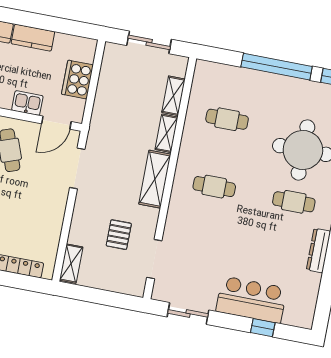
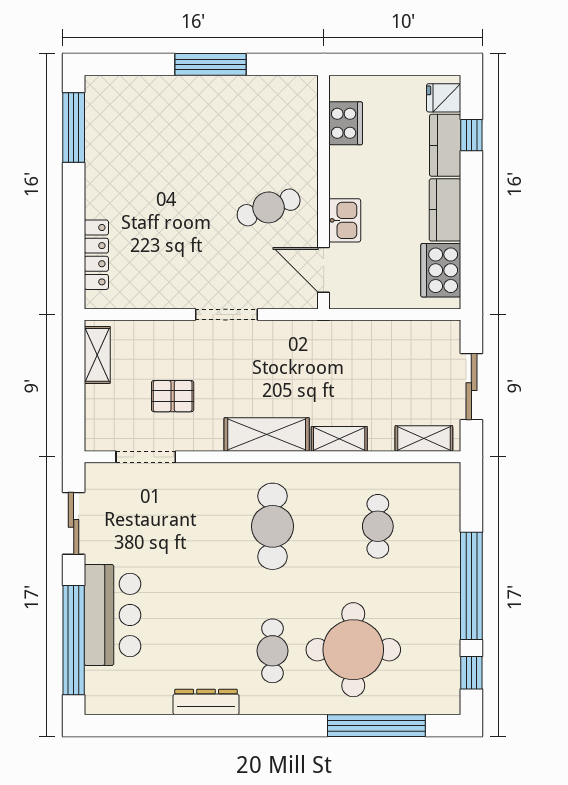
cooker: (77, 80) -> (441, 270), moved, turned -90
shelving: (173, 96) -> (424, 439), moved
doorway: (77, 168) -> (227, 314), moved
cafe table: (214, 187) -> (272, 526), width x1.37, depth x1.35
shelving: (71, 264) -> (97, 355), moved, turned 90
window: (263, 328) -> (74, 640), width x3.17

